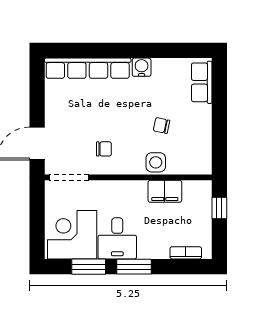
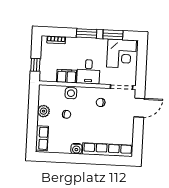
plant: (201, 129) -> (44, 111), added
desk: (117, 238) -> (88, 72), moved, turned 180

